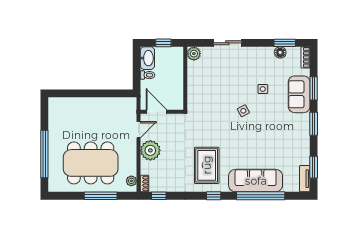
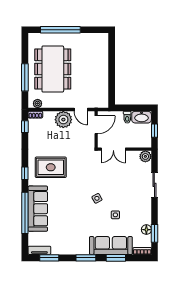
double door: (185, 91) -> (113, 149), added
sofa: (299, 94) -> (111, 246), width x1.36

